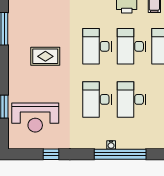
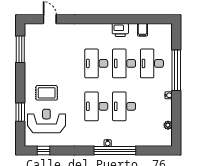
rug: (45, 56) -> (47, 93), moved
reception desk: (35, 118) -> (46, 121), turned 180
window: (51, 154) -> (43, 151), moved

